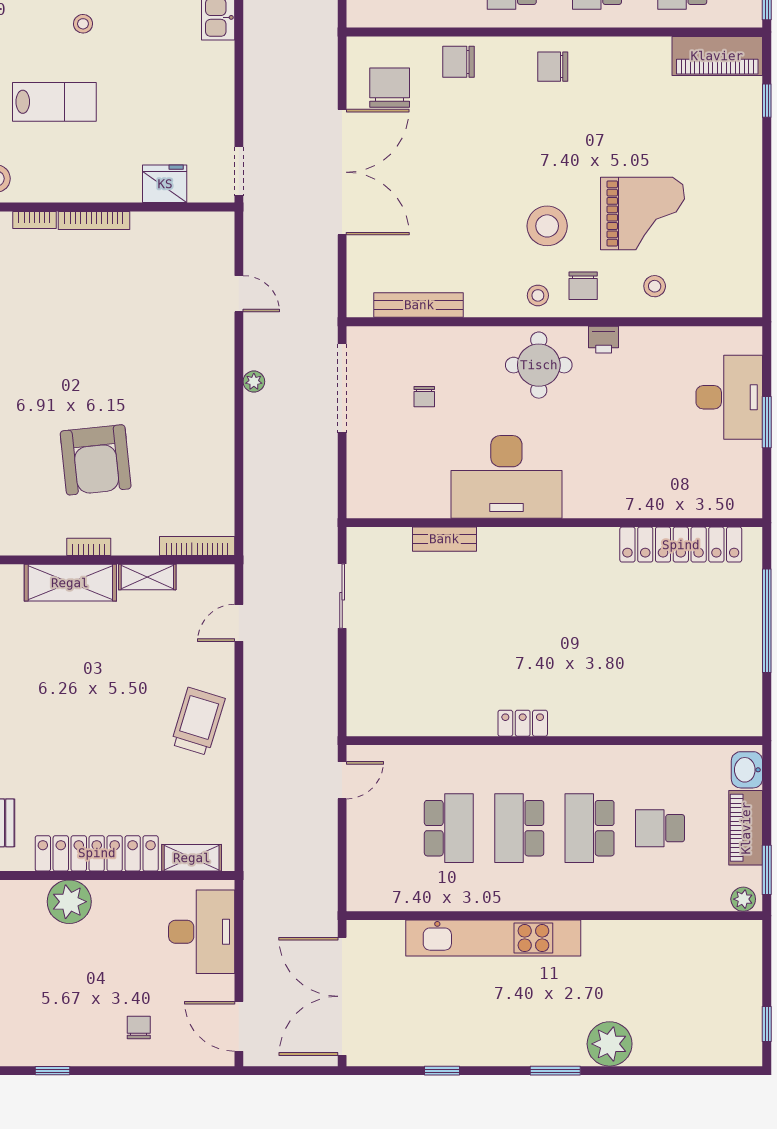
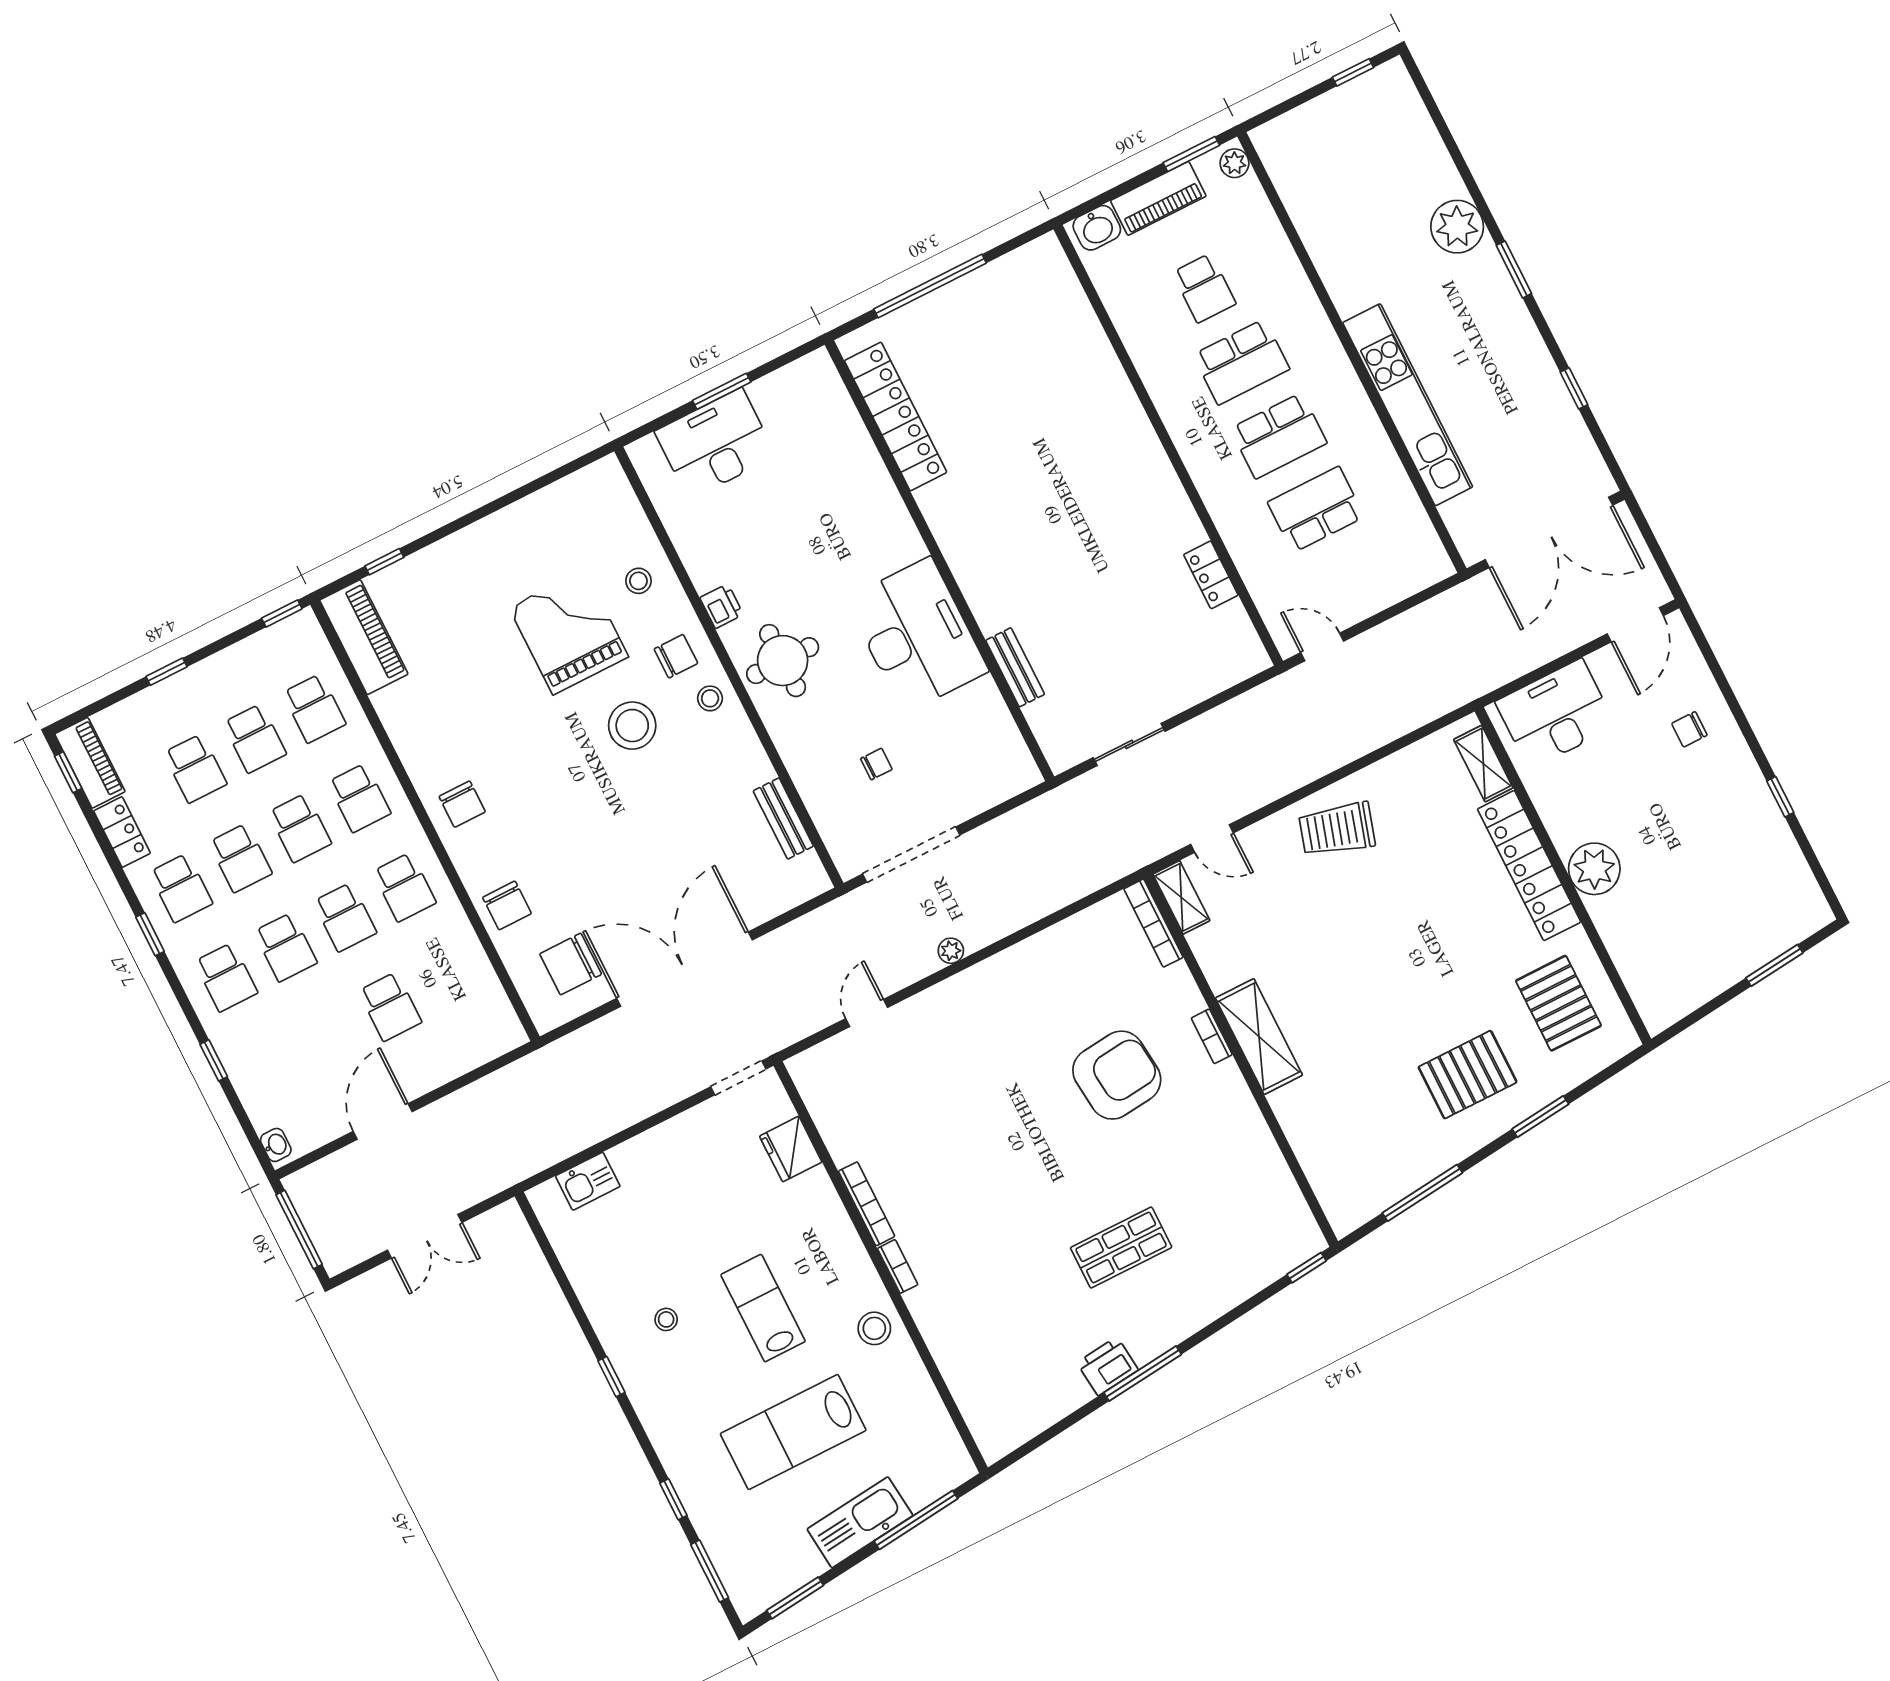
bench: (419, 305) -> (783, 819), width x0.73
shelving: (147, 577) -> (1181, 897), moved
locker: (523, 723) -> (1211, 575), moved

